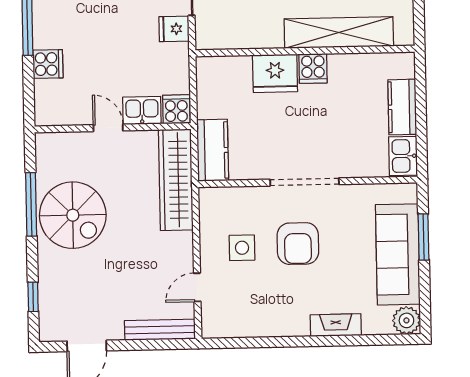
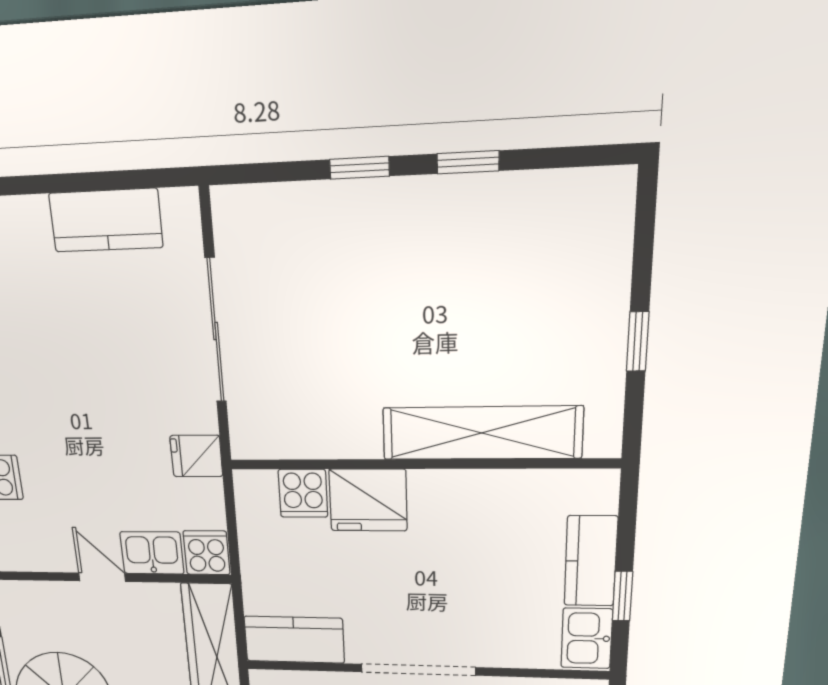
fridge: (174, 29) -> (196, 456), moved
cooker: (313, 68) -> (303, 493), moved
window: (421, 128) -> (623, 596), added
kitchen counter: (213, 150) -> (294, 640), moved, turned -90

